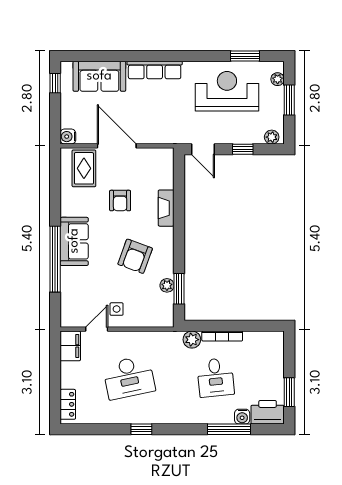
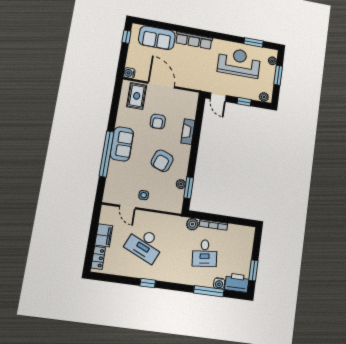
door: (97, 329) -> (128, 207), swing flipped
filing cabinet: (70, 346) -> (104, 235), moved
desk: (129, 377) -> (145, 245), turned 36

